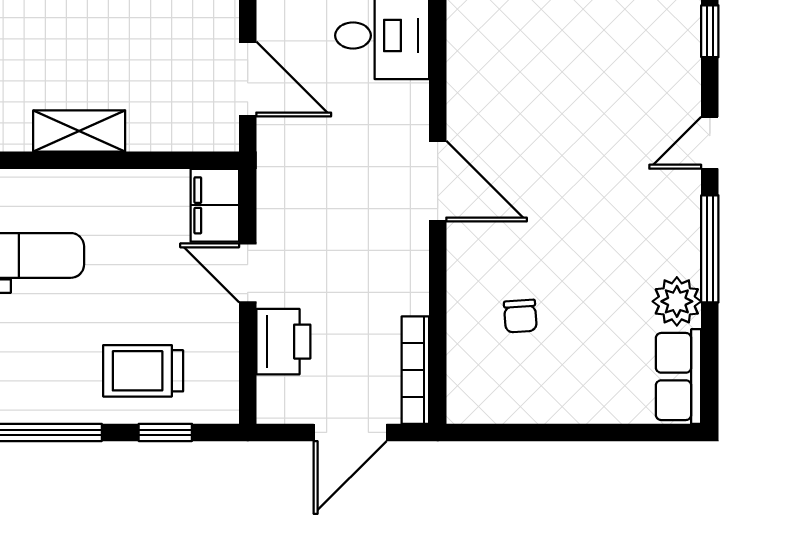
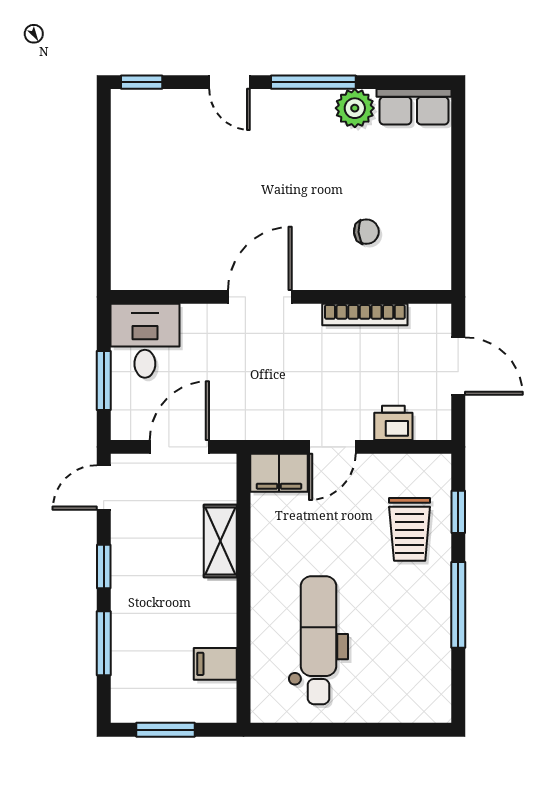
shelving: (79, 131) -> (220, 541), moved
printer: (283, 342) -> (393, 423), width x0.73, depth x0.81
bookcase: (415, 370) -> (365, 315), moved

